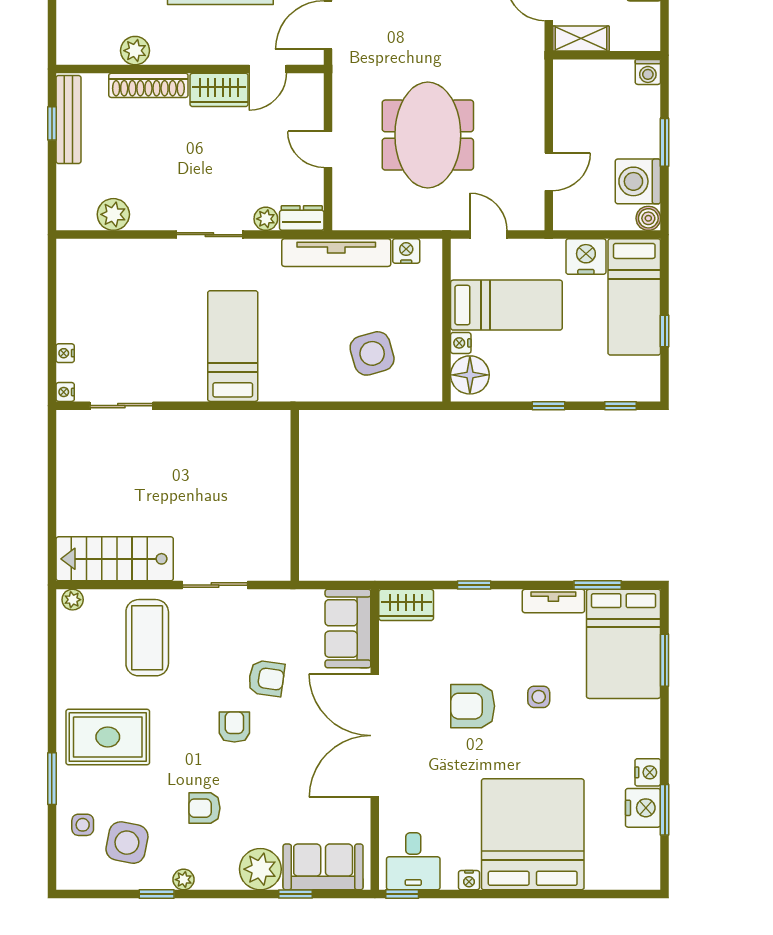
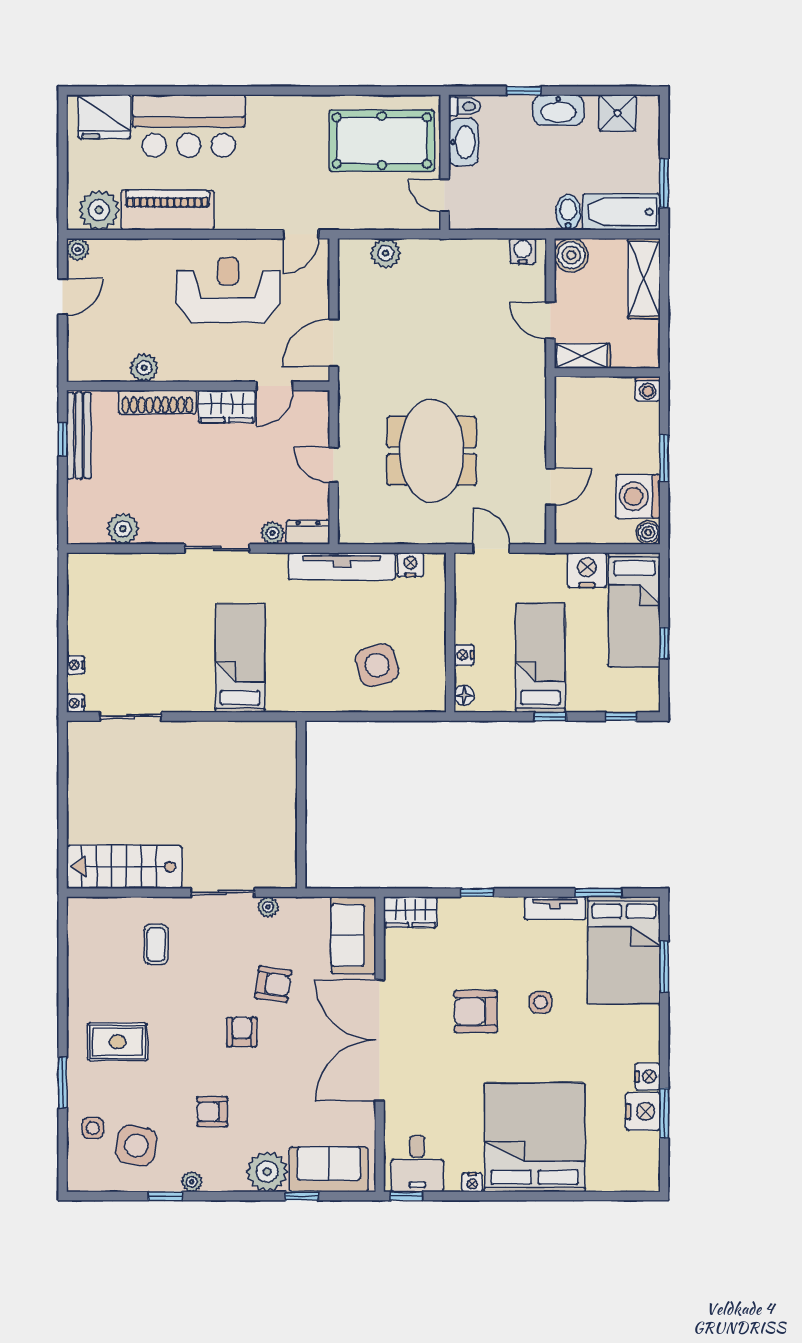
bed: (506, 305) -> (540, 658), moved, turned -90
floor lamp: (470, 375) -> (464, 695), width x0.53, depth x0.53
plant: (73, 600) -> (268, 907), moved
coffee table: (147, 638) -> (156, 944), width x0.54, depth x0.58
rug: (108, 737) -> (117, 1042), width x0.73, depth x0.70

